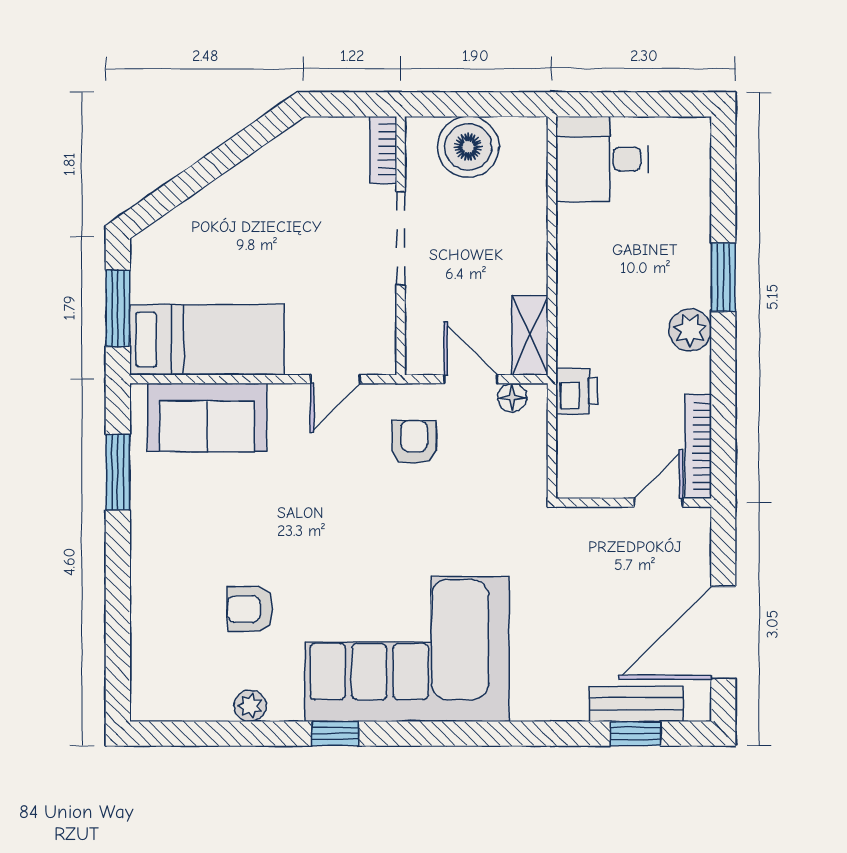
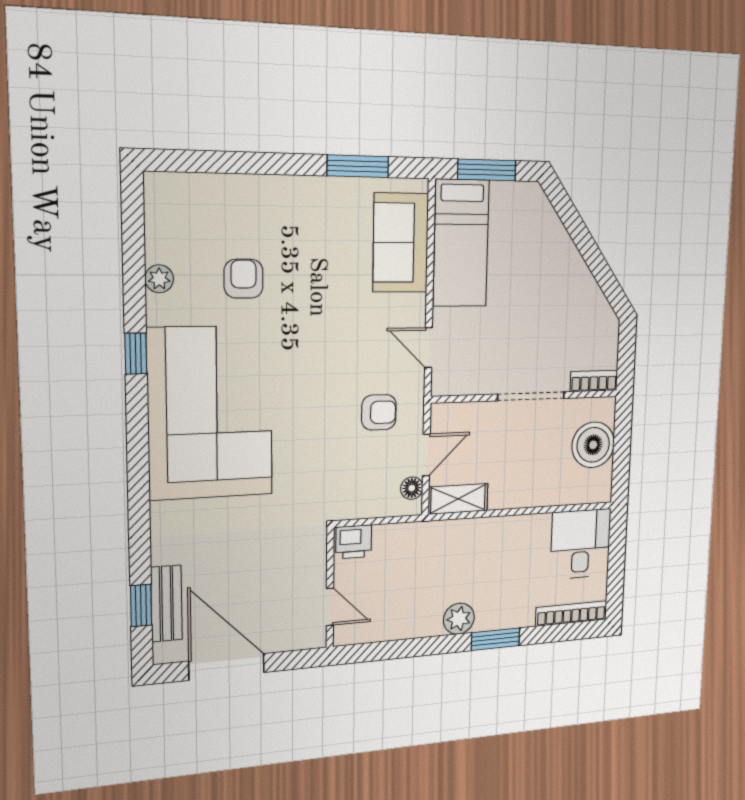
printer: (577, 391) -> (354, 542), moved
bookcase: (698, 446) -> (571, 613), moved

